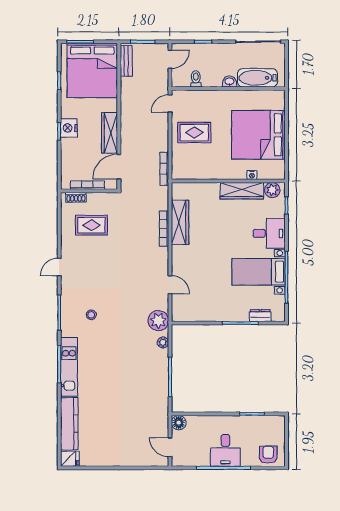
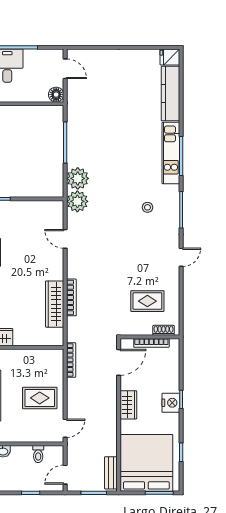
wardrobe: (110, 133) -> (128, 405), width x0.67
plant: (163, 342) -> (78, 178), width x1.87, depth x1.87

